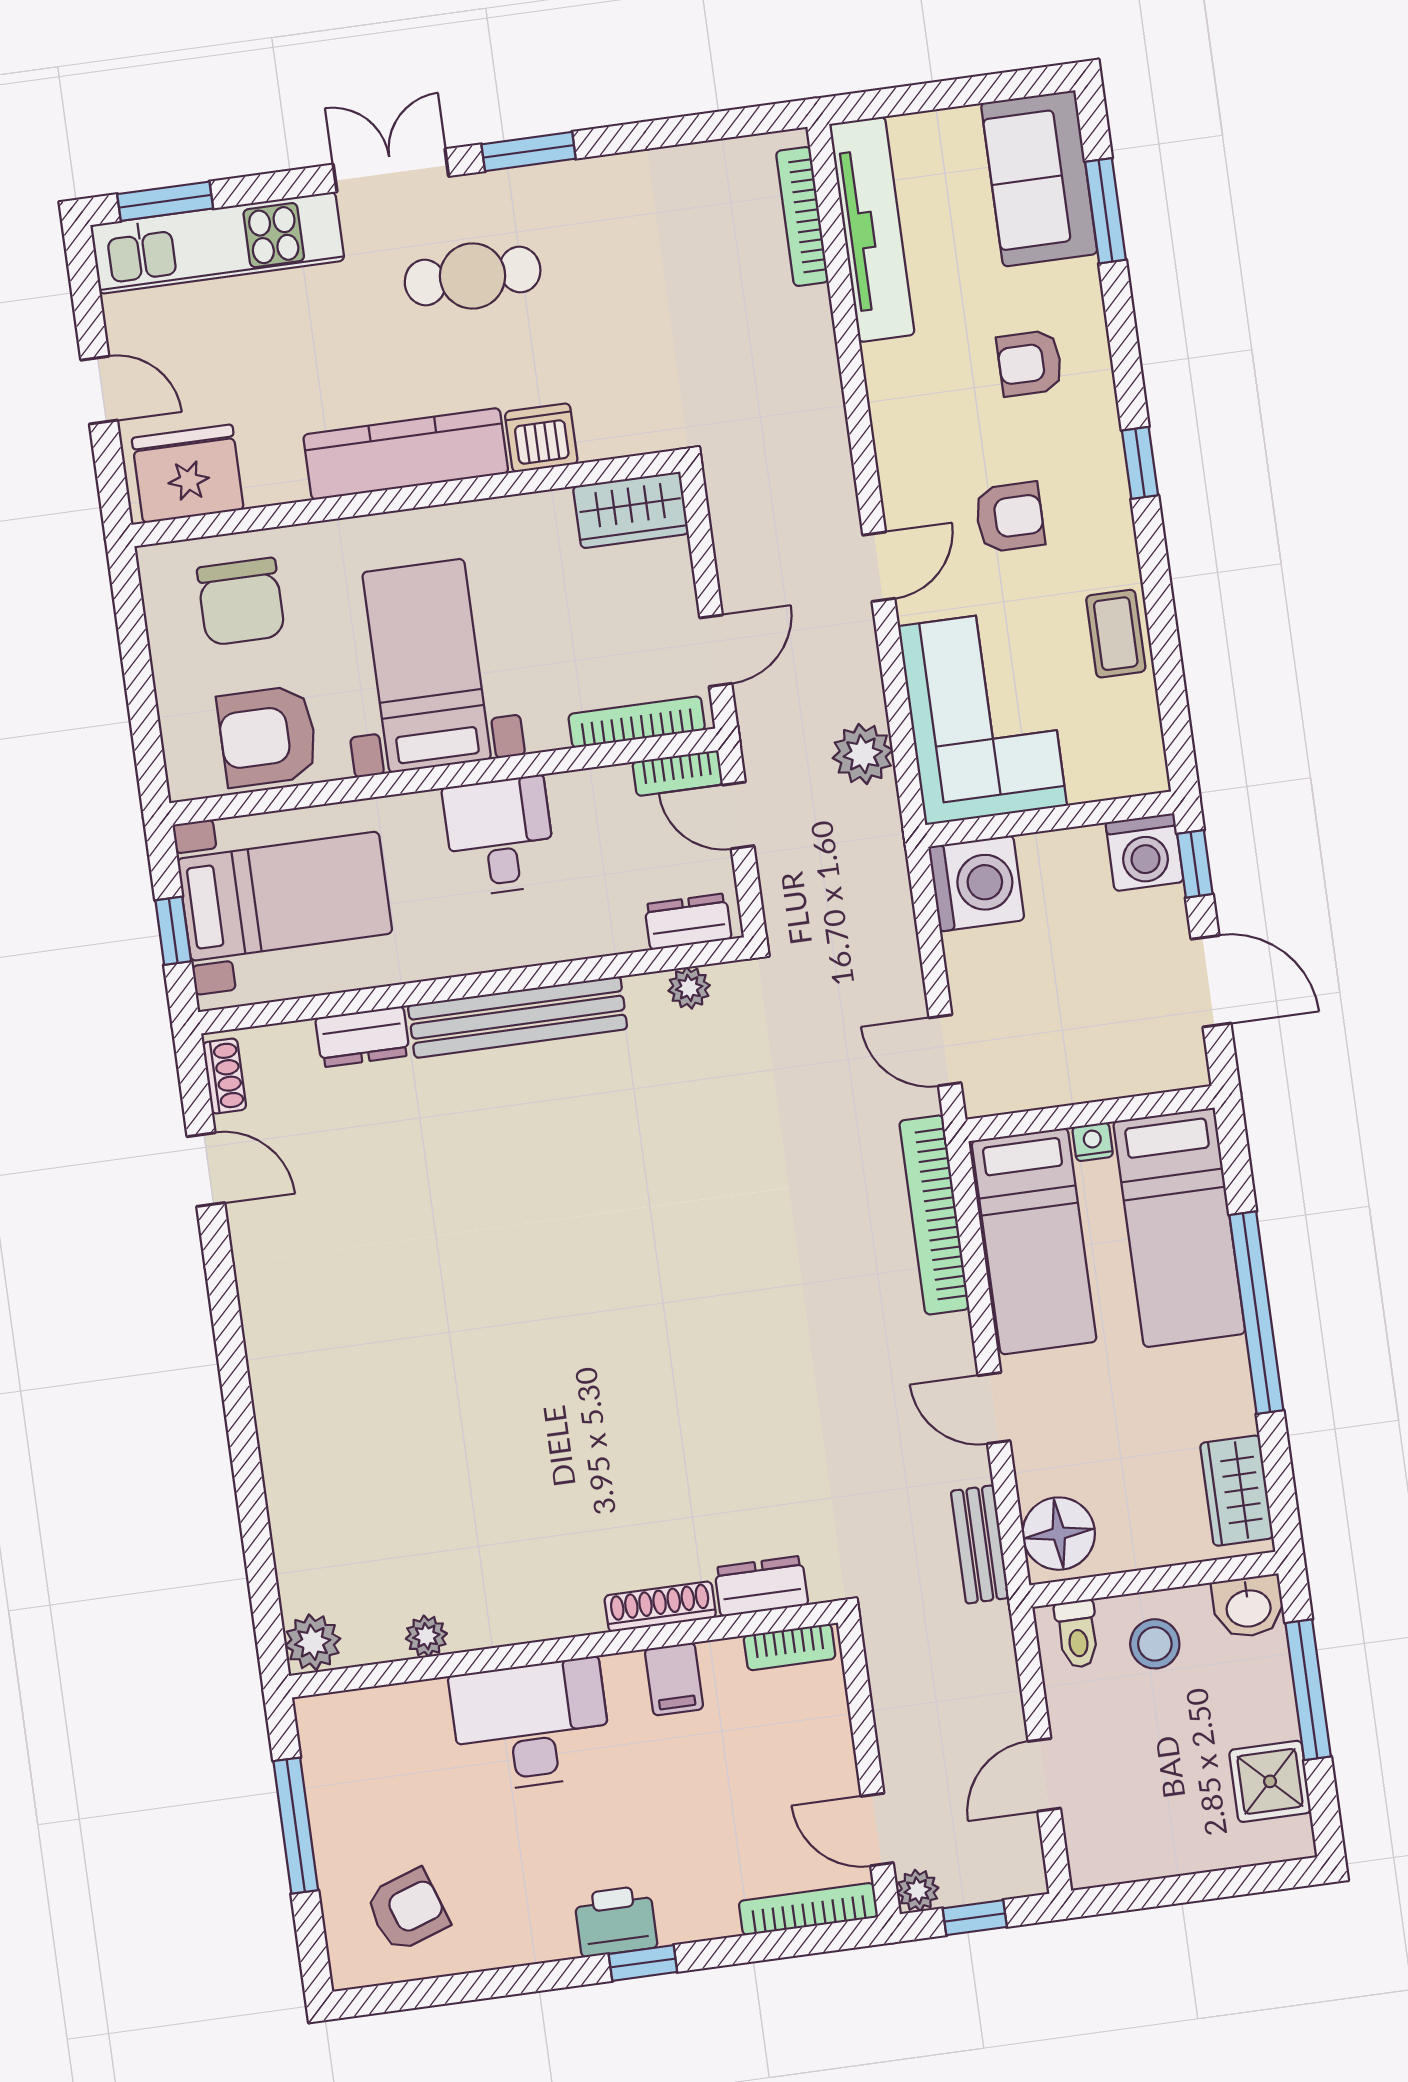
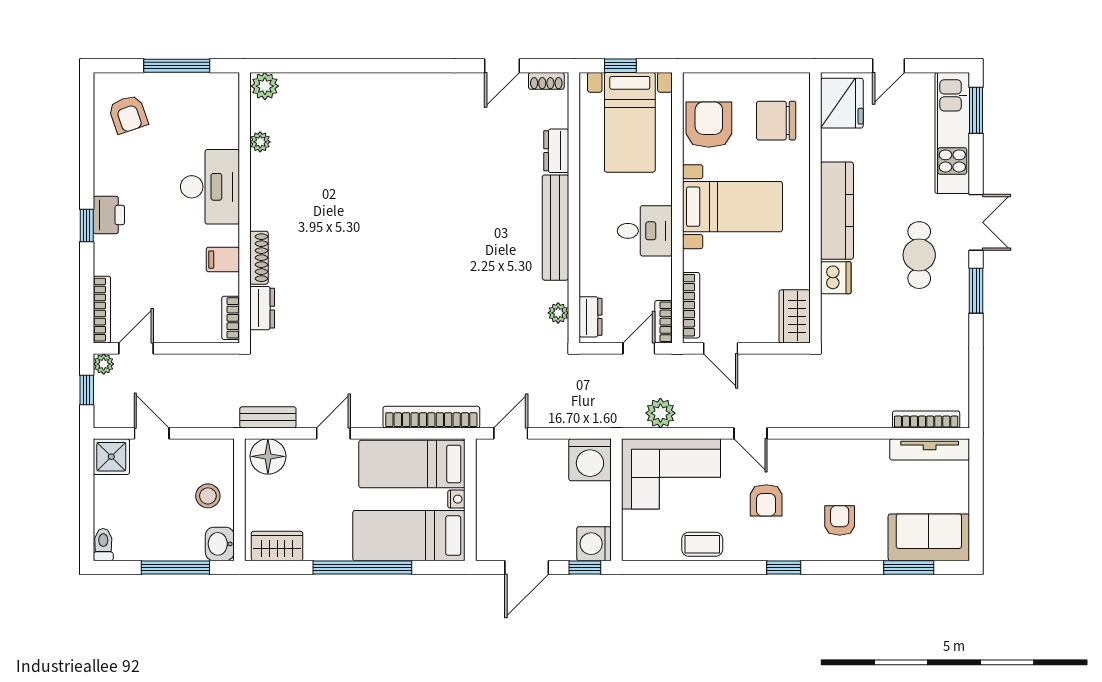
tv unit: (872, 229) -> (930, 449), width x0.73, depth x0.78
toilet: (1077, 1634) -> (103, 545), moved, turned 90
shower: (1270, 1781) -> (111, 457), moved

